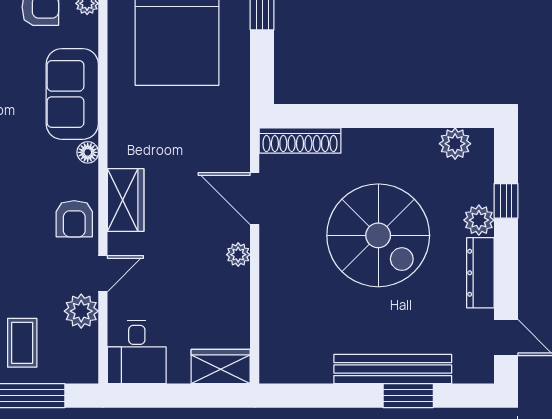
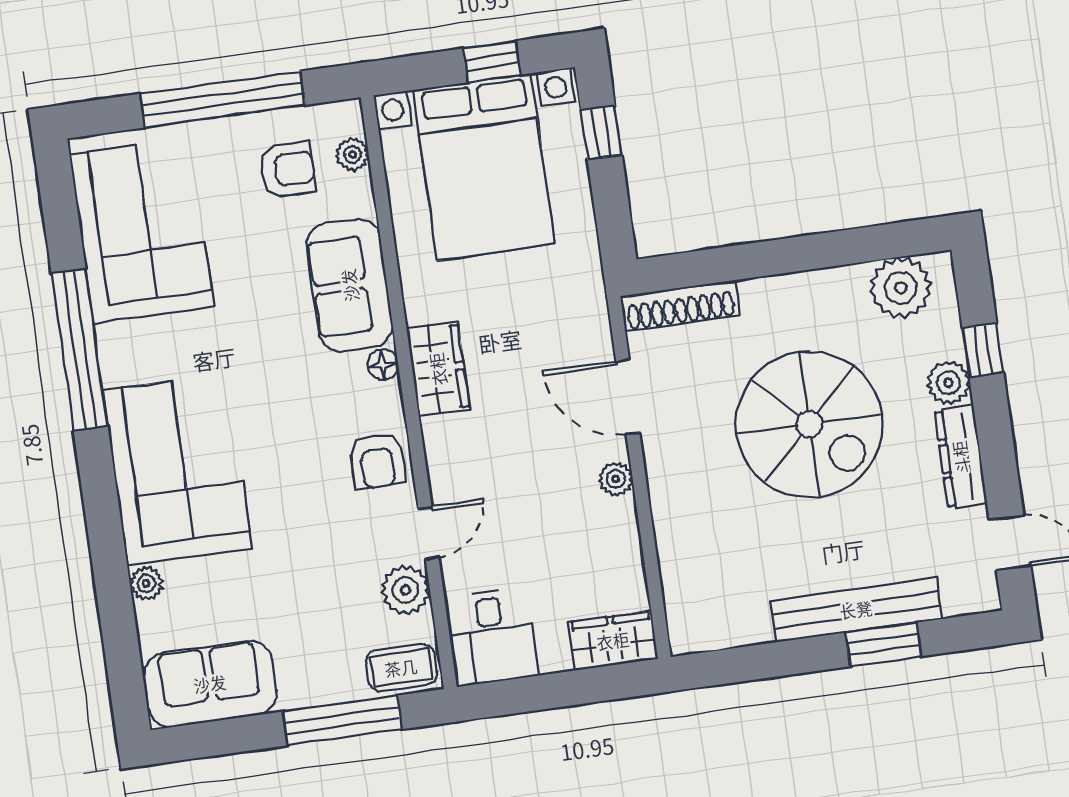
plant: (455, 144) -> (901, 288), width x1.36, depth x1.36
wardrobe: (126, 200) -> (438, 369), moved
coffee table: (22, 343) -> (401, 668), moved, turned 90

